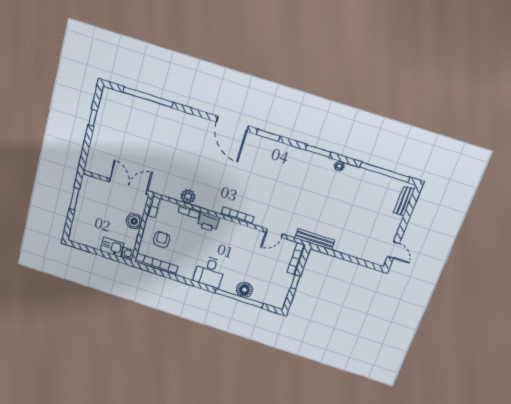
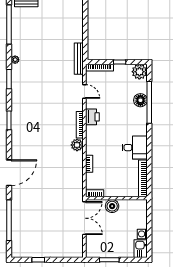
door: (232, 124) -> (9, 173), moved
double door: (128, 186) -> (84, 218), swing flipped
plant: (188, 197) -> (77, 145), moved
printer: (208, 222) -> (92, 117), moved
armchair: (161, 239) -> (120, 180), removed
kitchen sink: (112, 247) -> (141, 249), moved
washing machine: (128, 254) -> (142, 234), moved
desk: (210, 272) -> (135, 148), moved
plant: (277, 299) -> (139, 72), added

